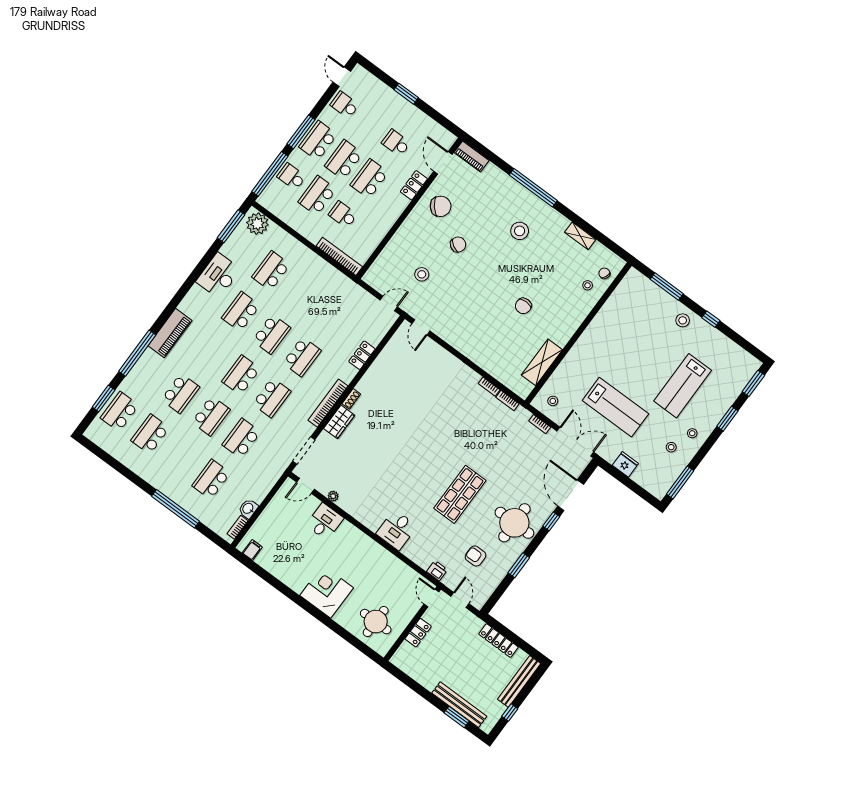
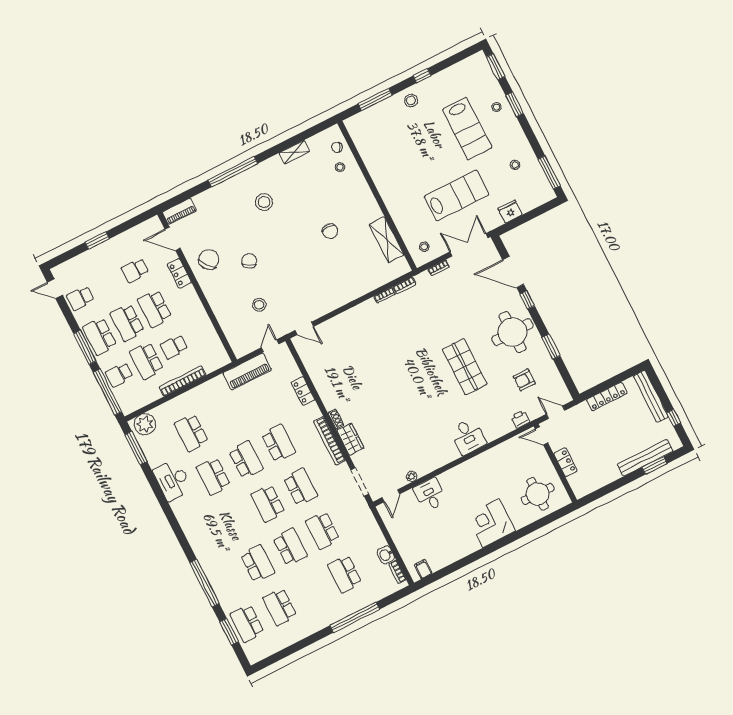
bookcase: (339, 256) -> (183, 381), moved
piano: (170, 333) -> (247, 371), moved, turned 90
stool: (692, 433) -> (496, 107), moved

